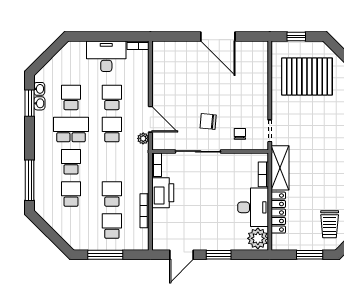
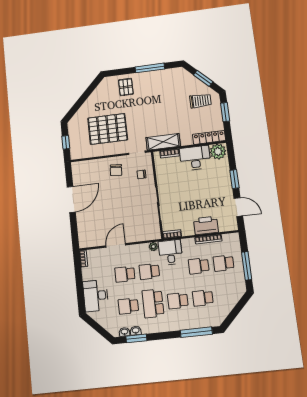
desk: (106, 56) -> (96, 296), moved
pallet: (307, 76) -> (108, 129), moved, turned 90
door: (150, 119) -> (116, 245), moved
chair: (208, 122) -> (116, 170), moved
desk: (133, 160) -> (170, 252), added
printer: (163, 193) -> (206, 225), moved
locker: (278, 213) -> (209, 137), moved

